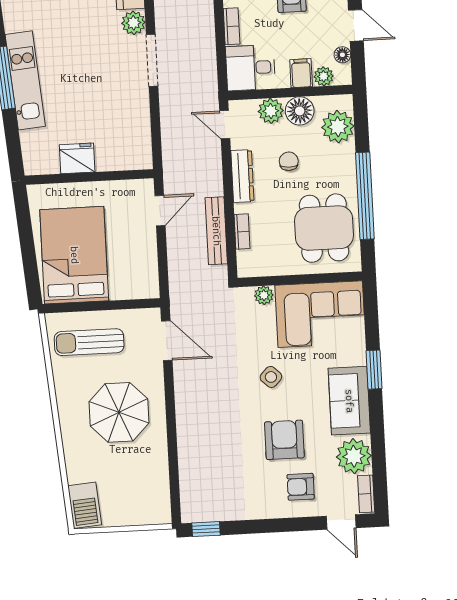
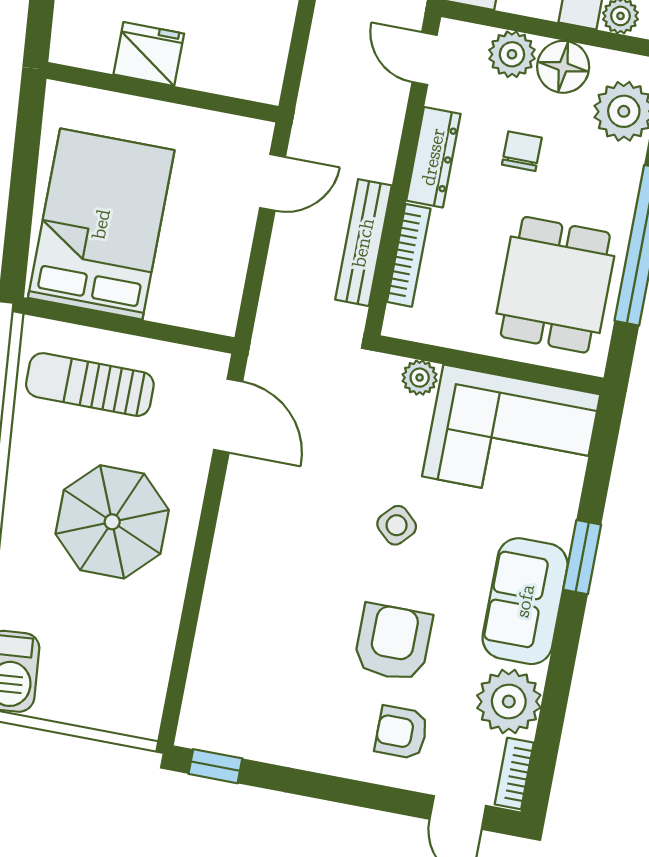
bookcase: (242, 232) -> (409, 255), width x1.56

